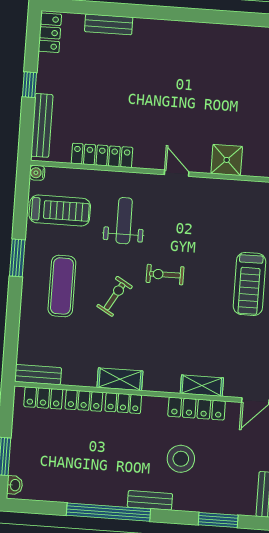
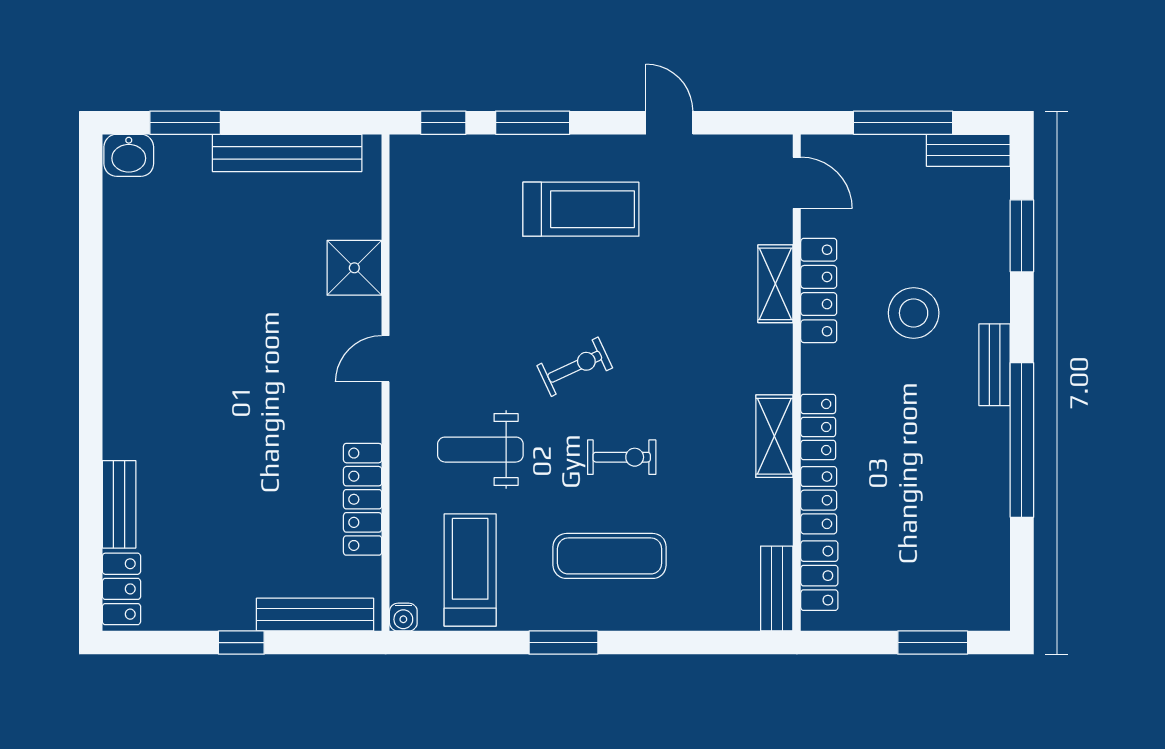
locker: (50, 33) -> (121, 589), moved, turned 90
exercise bike: (165, 275) -> (575, 367), turned -115
exercise bike: (115, 296) -> (622, 457), turned 150
washbasin: (15, 485) -> (984, 617), removed

